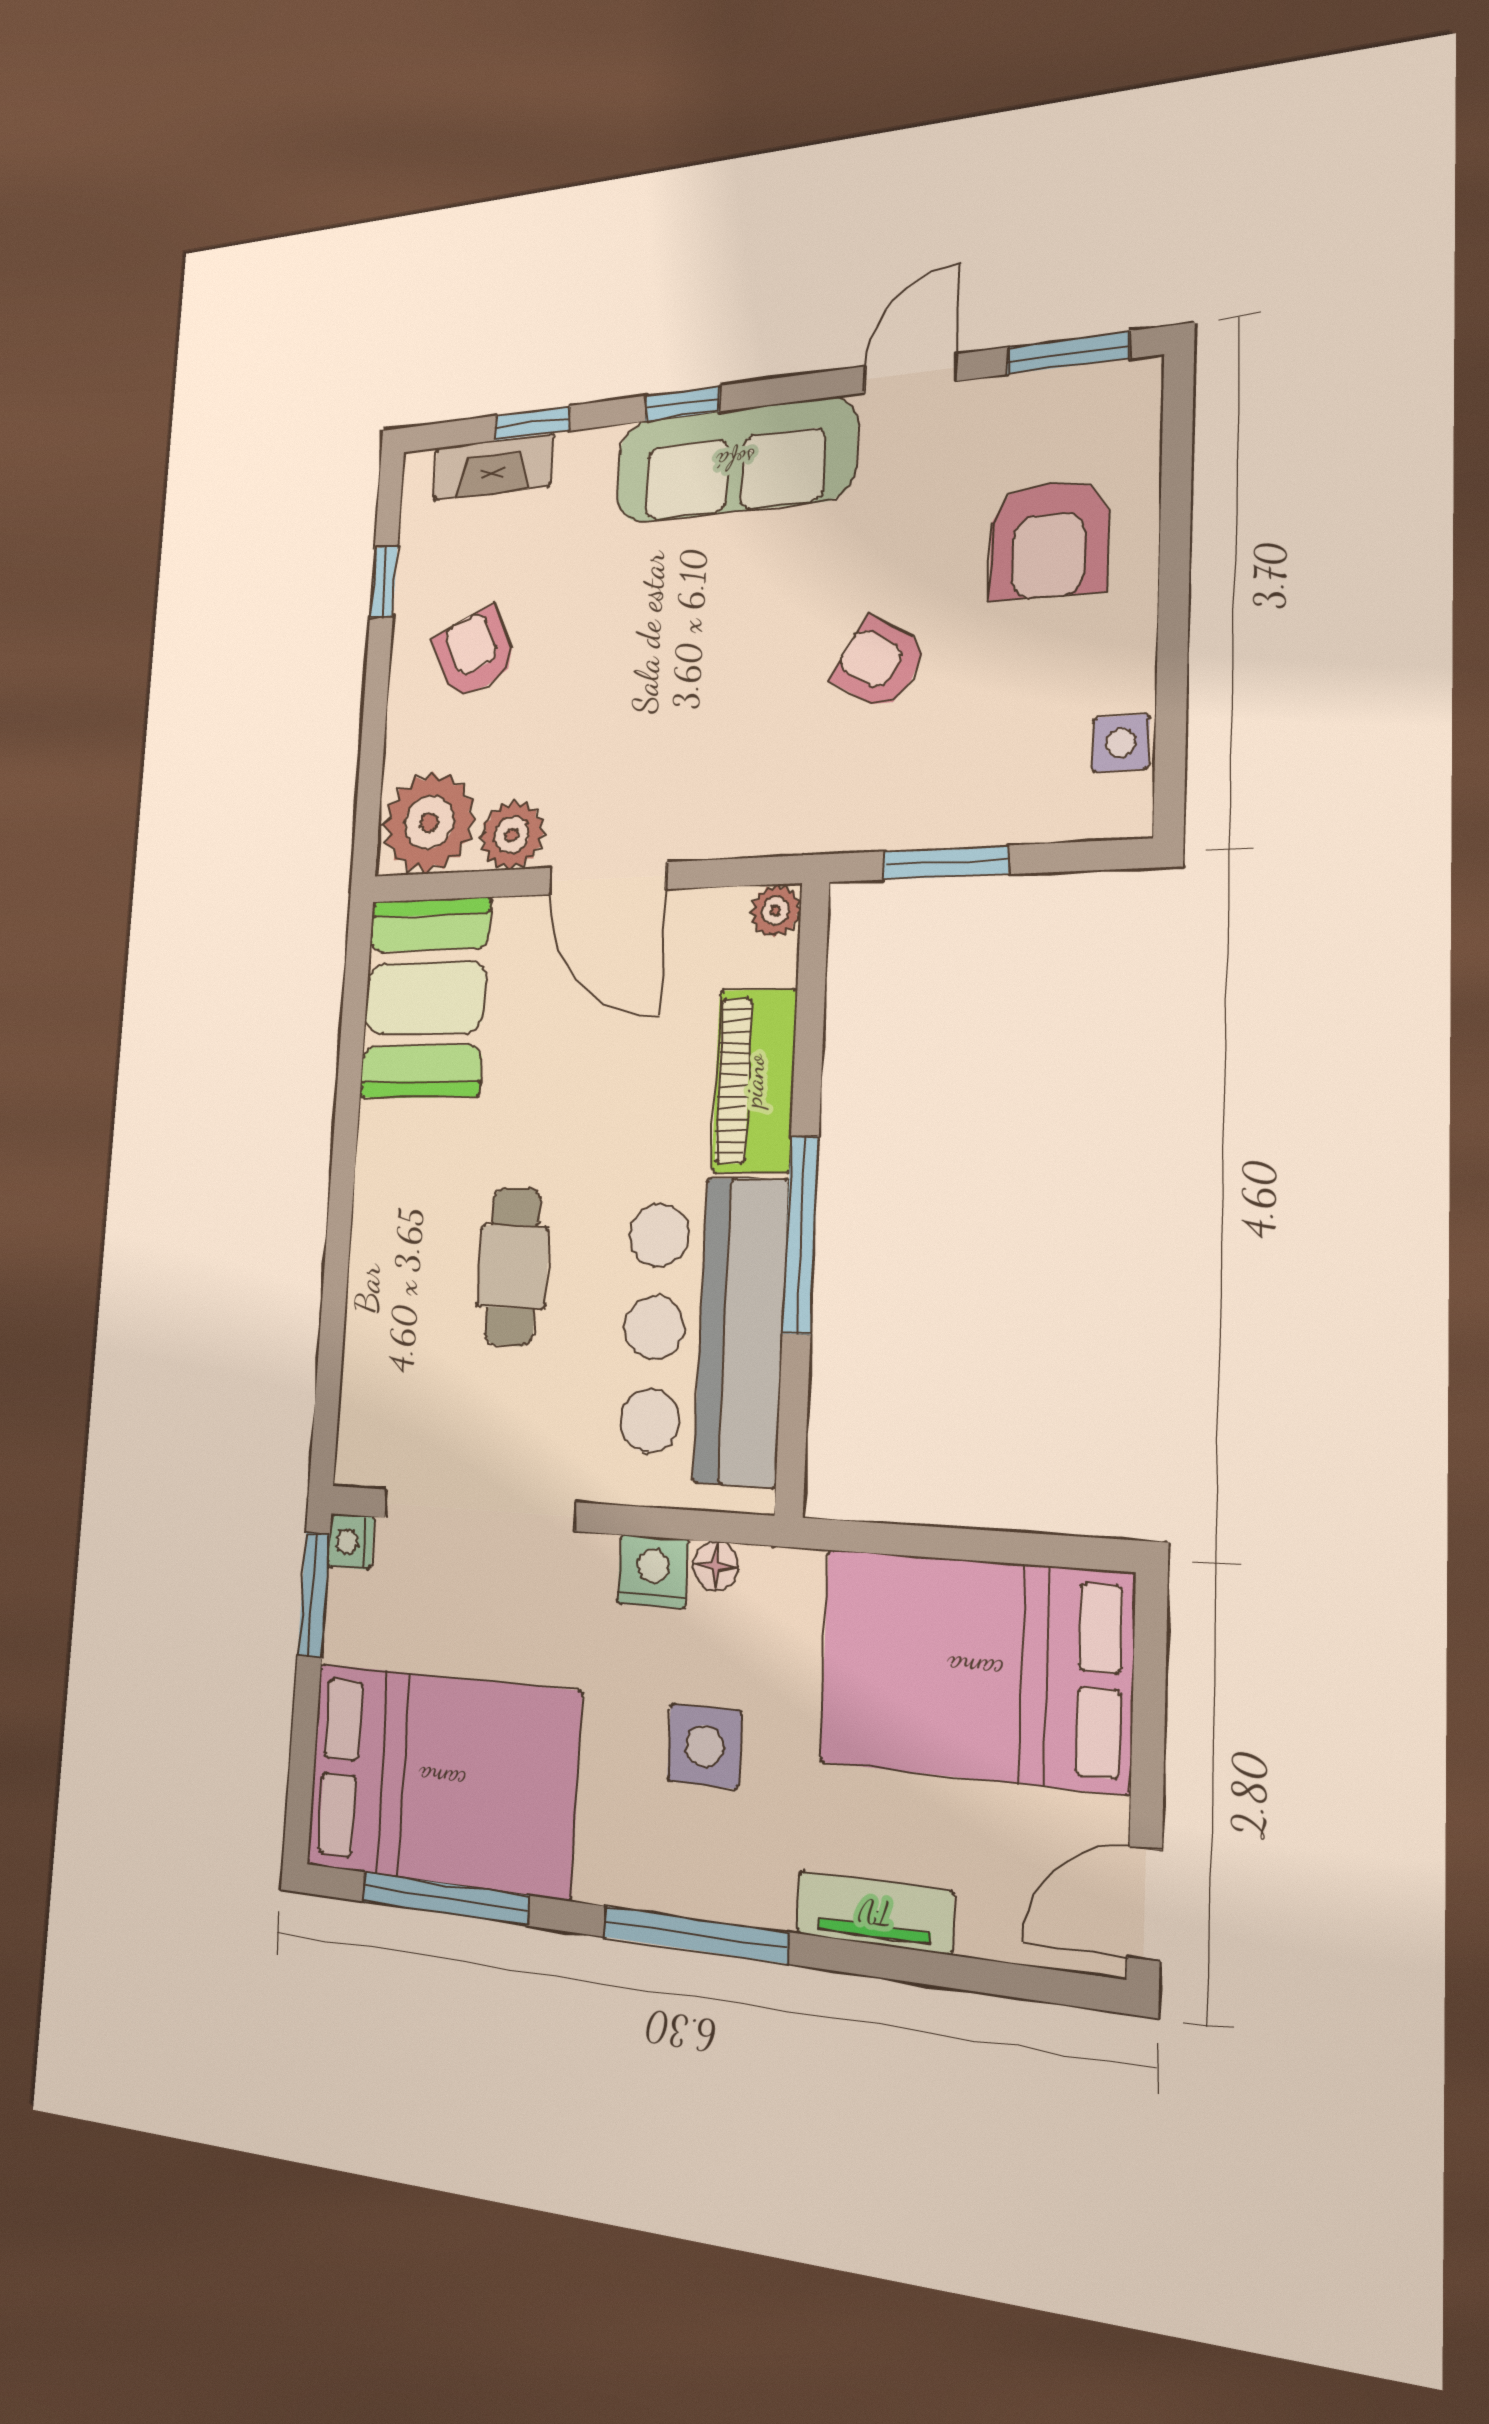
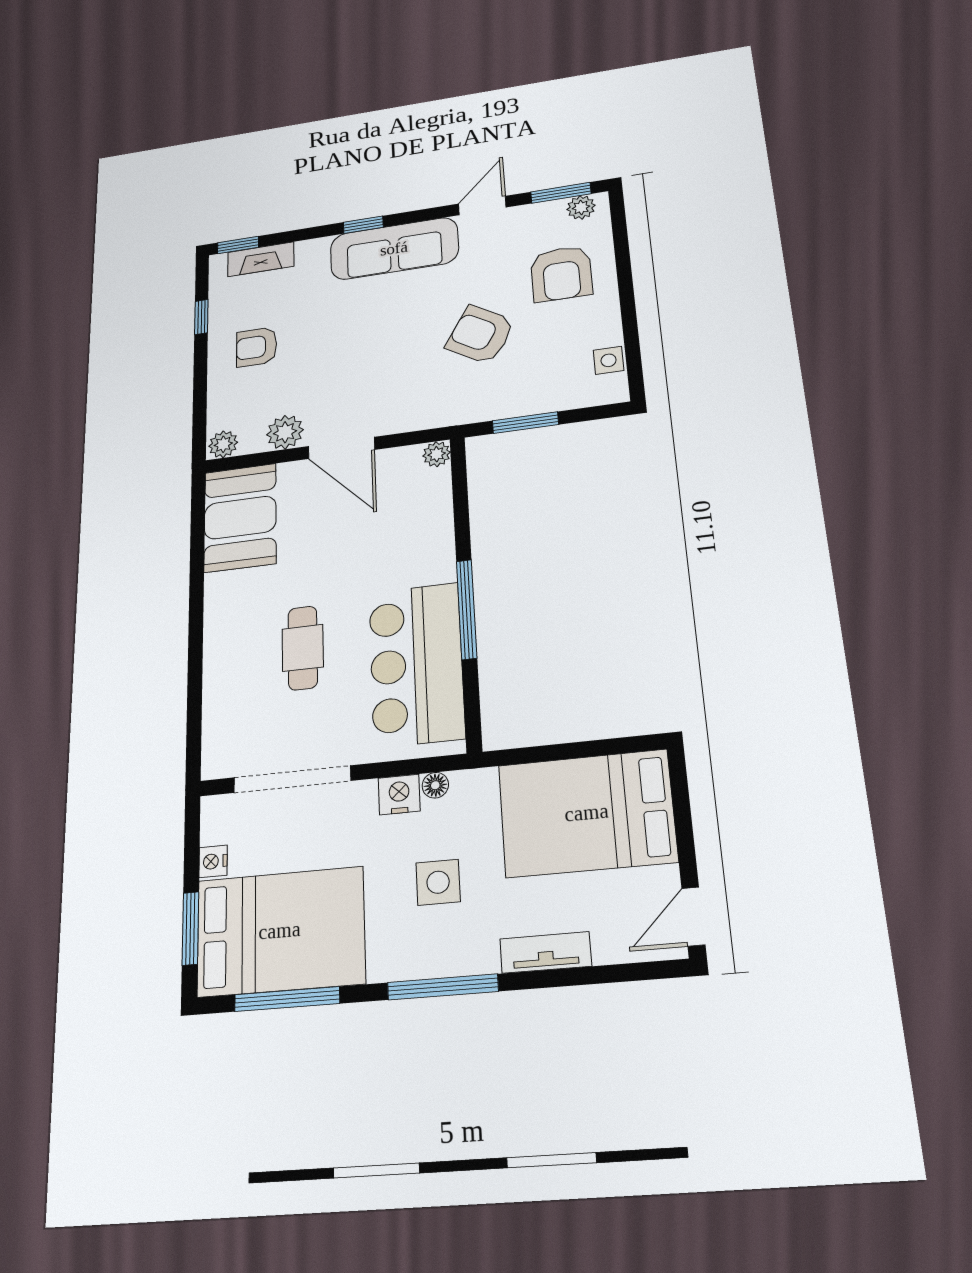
plant: (1105, 389) -> (581, 207), added
window: (532, 423) -> (238, 245), moved
armchair: (474, 653) -> (257, 347), turned -65
armchair: (879, 663) -> (480, 335), width x1.38, depth x1.38
plant: (429, 822) -> (223, 444), width x0.53, depth x0.53
piano: (754, 1081) -> (433, 537), removed
nightstand: (351, 1542) -> (213, 861), moved
window: (314, 1595) -> (190, 928), moved

